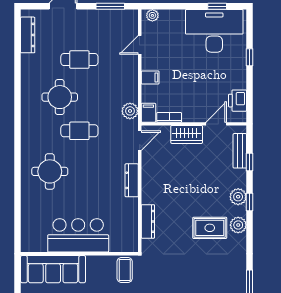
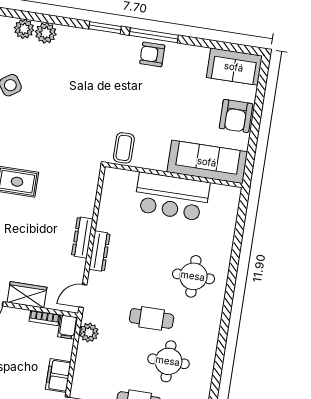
filing cabinet: (150, 78) -> (58, 376), width x2.00
dresser: (148, 221) -> (82, 237), moved

